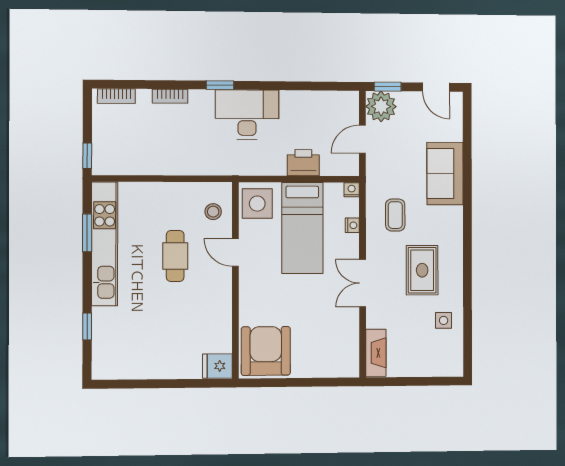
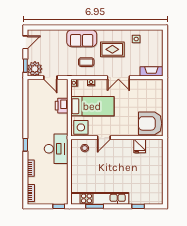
desk: (247, 115) -> (56, 149), moved, turned 180
sofa: (445, 173) -> (82, 38), moved
cafe table: (175, 256) -> (105, 166), removed
fridge: (217, 366) -> (140, 146), moved

